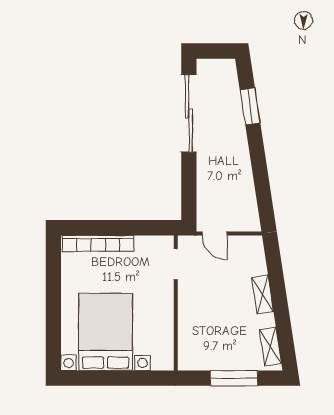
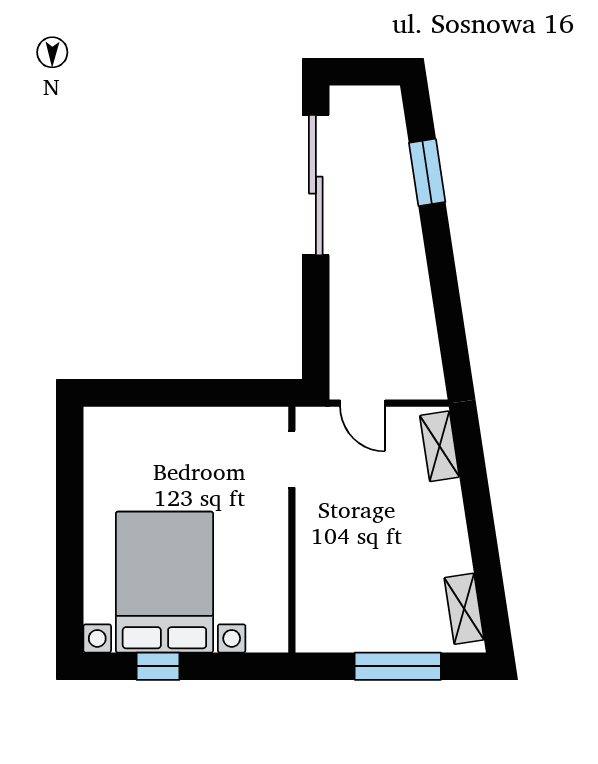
bookcase: (98, 243) -> (151, 421), removed
shelving: (263, 295) -> (440, 446), moved
window: (102, 378) -> (158, 666), added

